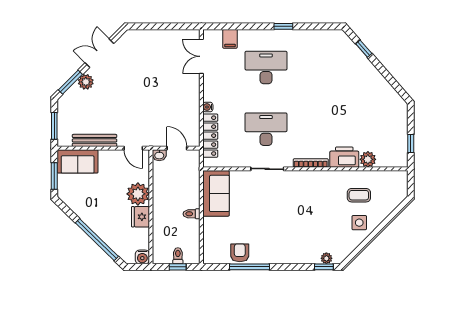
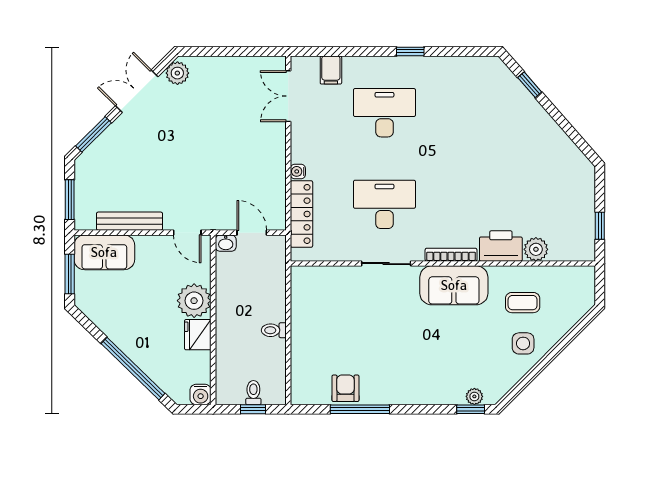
plant: (86, 82) -> (177, 73), moved
sofa: (216, 193) -> (454, 285), moved, turned 90

